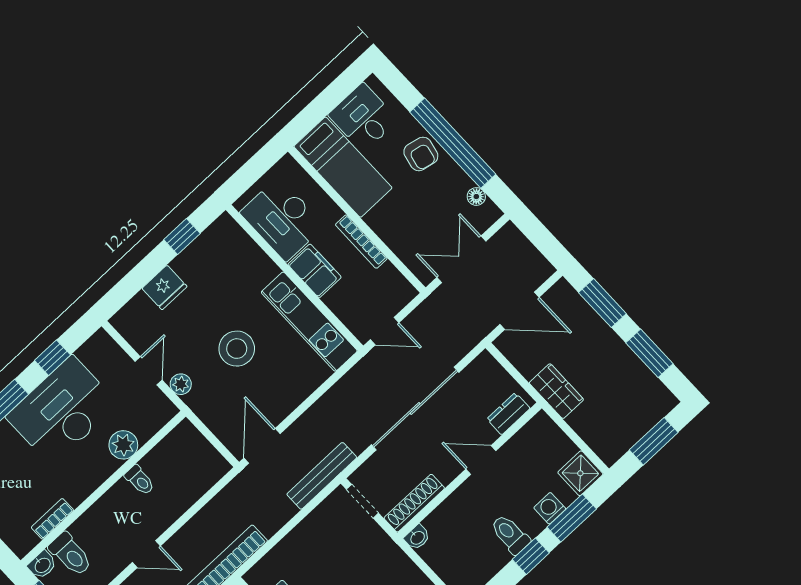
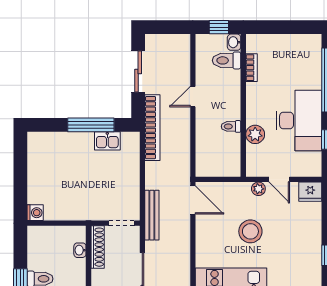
fridge: (164, 287) -> (310, 192), moved, turned -90
washbasin: (417, 537) -> (80, 250), moved

